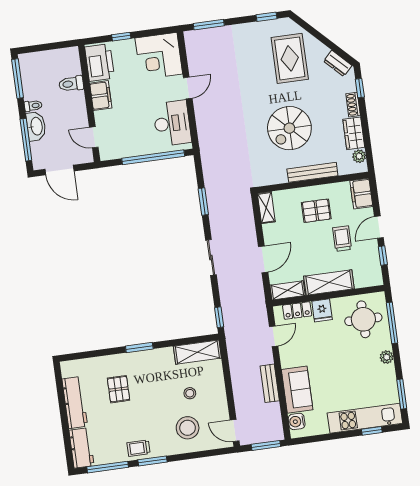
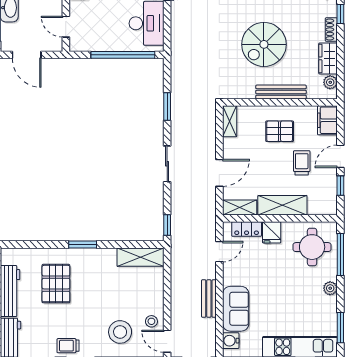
pallet: (119, 389) -> (56, 284), width x1.50, depth x1.42
stool: (190, 393) -> (151, 321), moved

